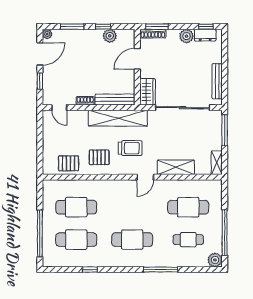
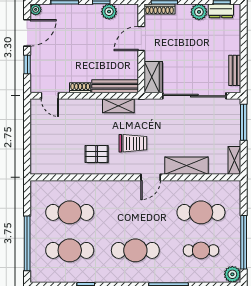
bench: (217, 81) -> (235, 70), width x0.73
shelving: (118, 118) -> (118, 106), width x0.45, depth x0.75
pallet: (68, 163) -> (61, 161), removed

